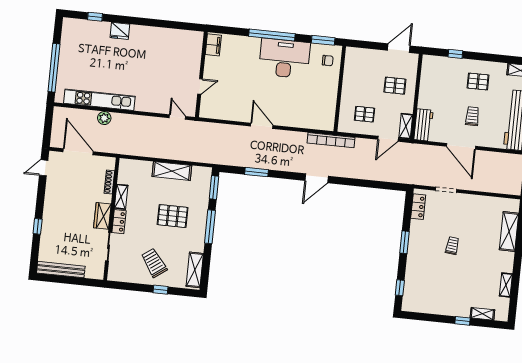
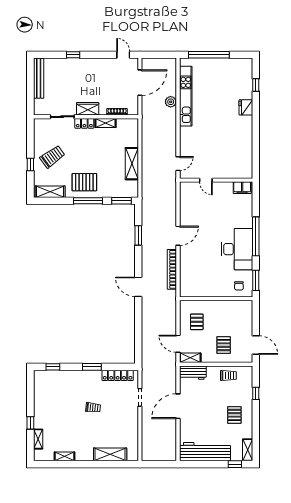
trolley: (472, 116) -> (228, 376), moved
bookcase: (331, 140) -> (172, 269), moved
locker: (418, 207) -> (118, 375), width x1.53
pallet: (173, 216) -> (84, 182), moved, turned 90

